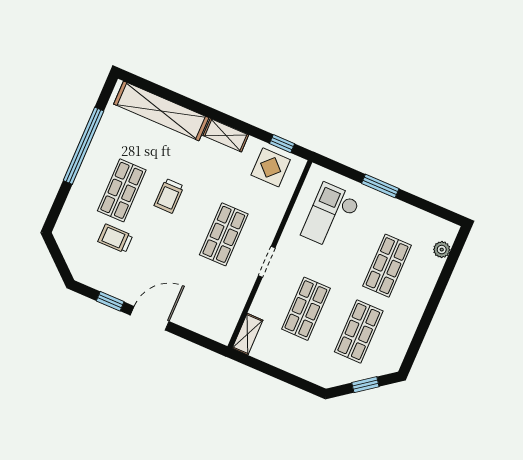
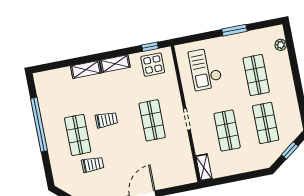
shelving: (161, 111) -> (86, 70), width x0.45, depth x0.75
window: (380, 186) -> (234, 30), moved
trolley: (169, 196) -> (106, 120), turned -90
trolley: (115, 238) -> (93, 164), turned 180

